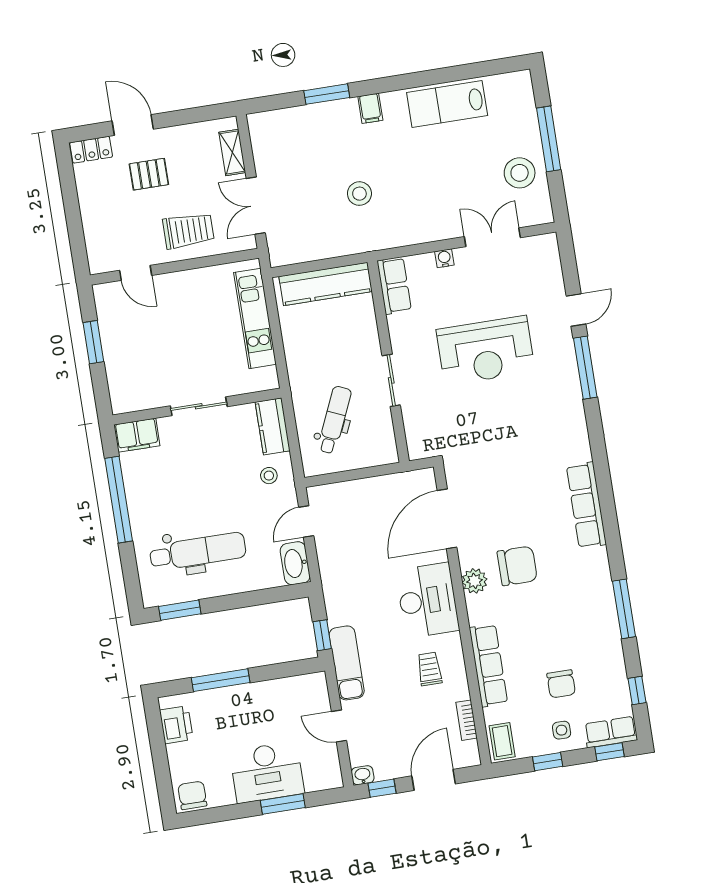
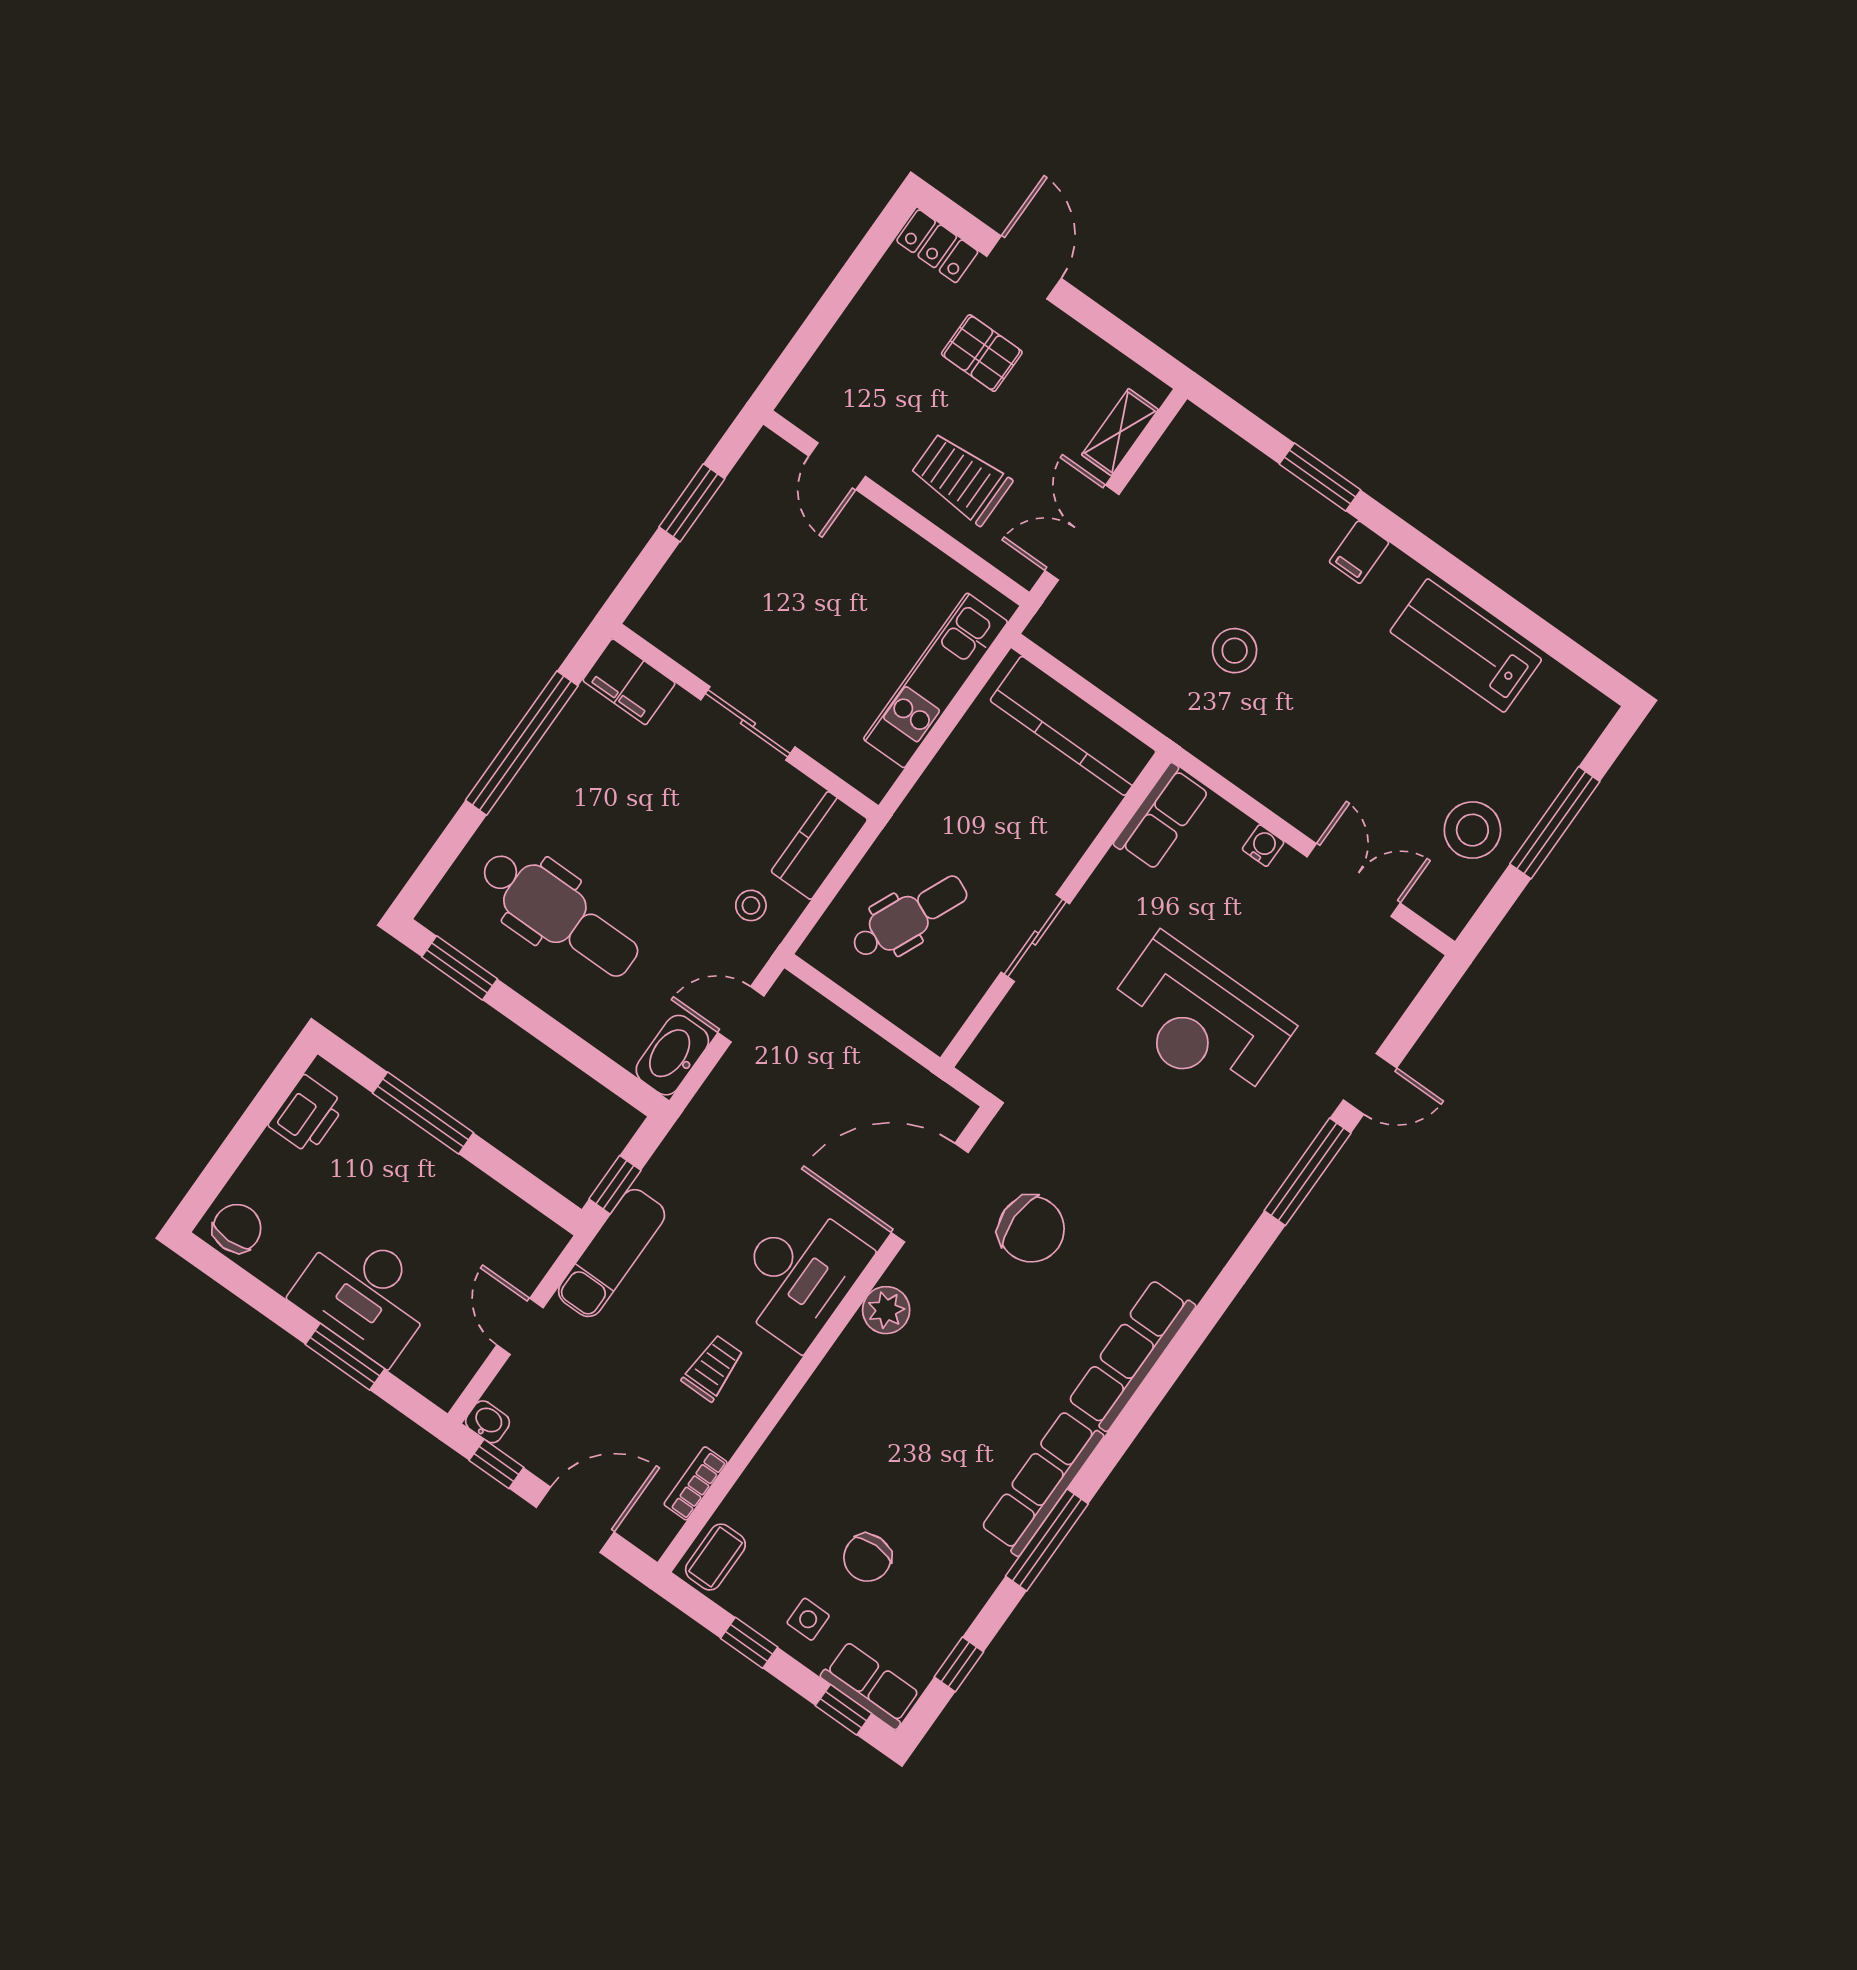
trolley: (188, 231) -> (961, 478), turned 180
chair: (517, 566) -> (1031, 1229), moved
row of seats: (488, 665) -> (1042, 1483), moved, turned 180

